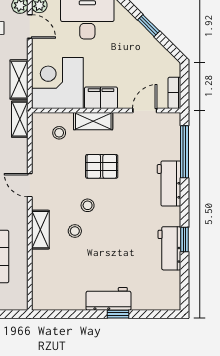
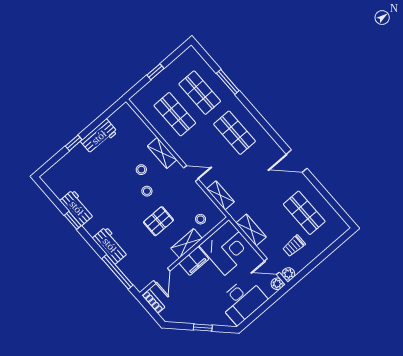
shelving: (20, 119) -> (220, 195), moved
workbench: (109, 299) -> (99, 137), moved

